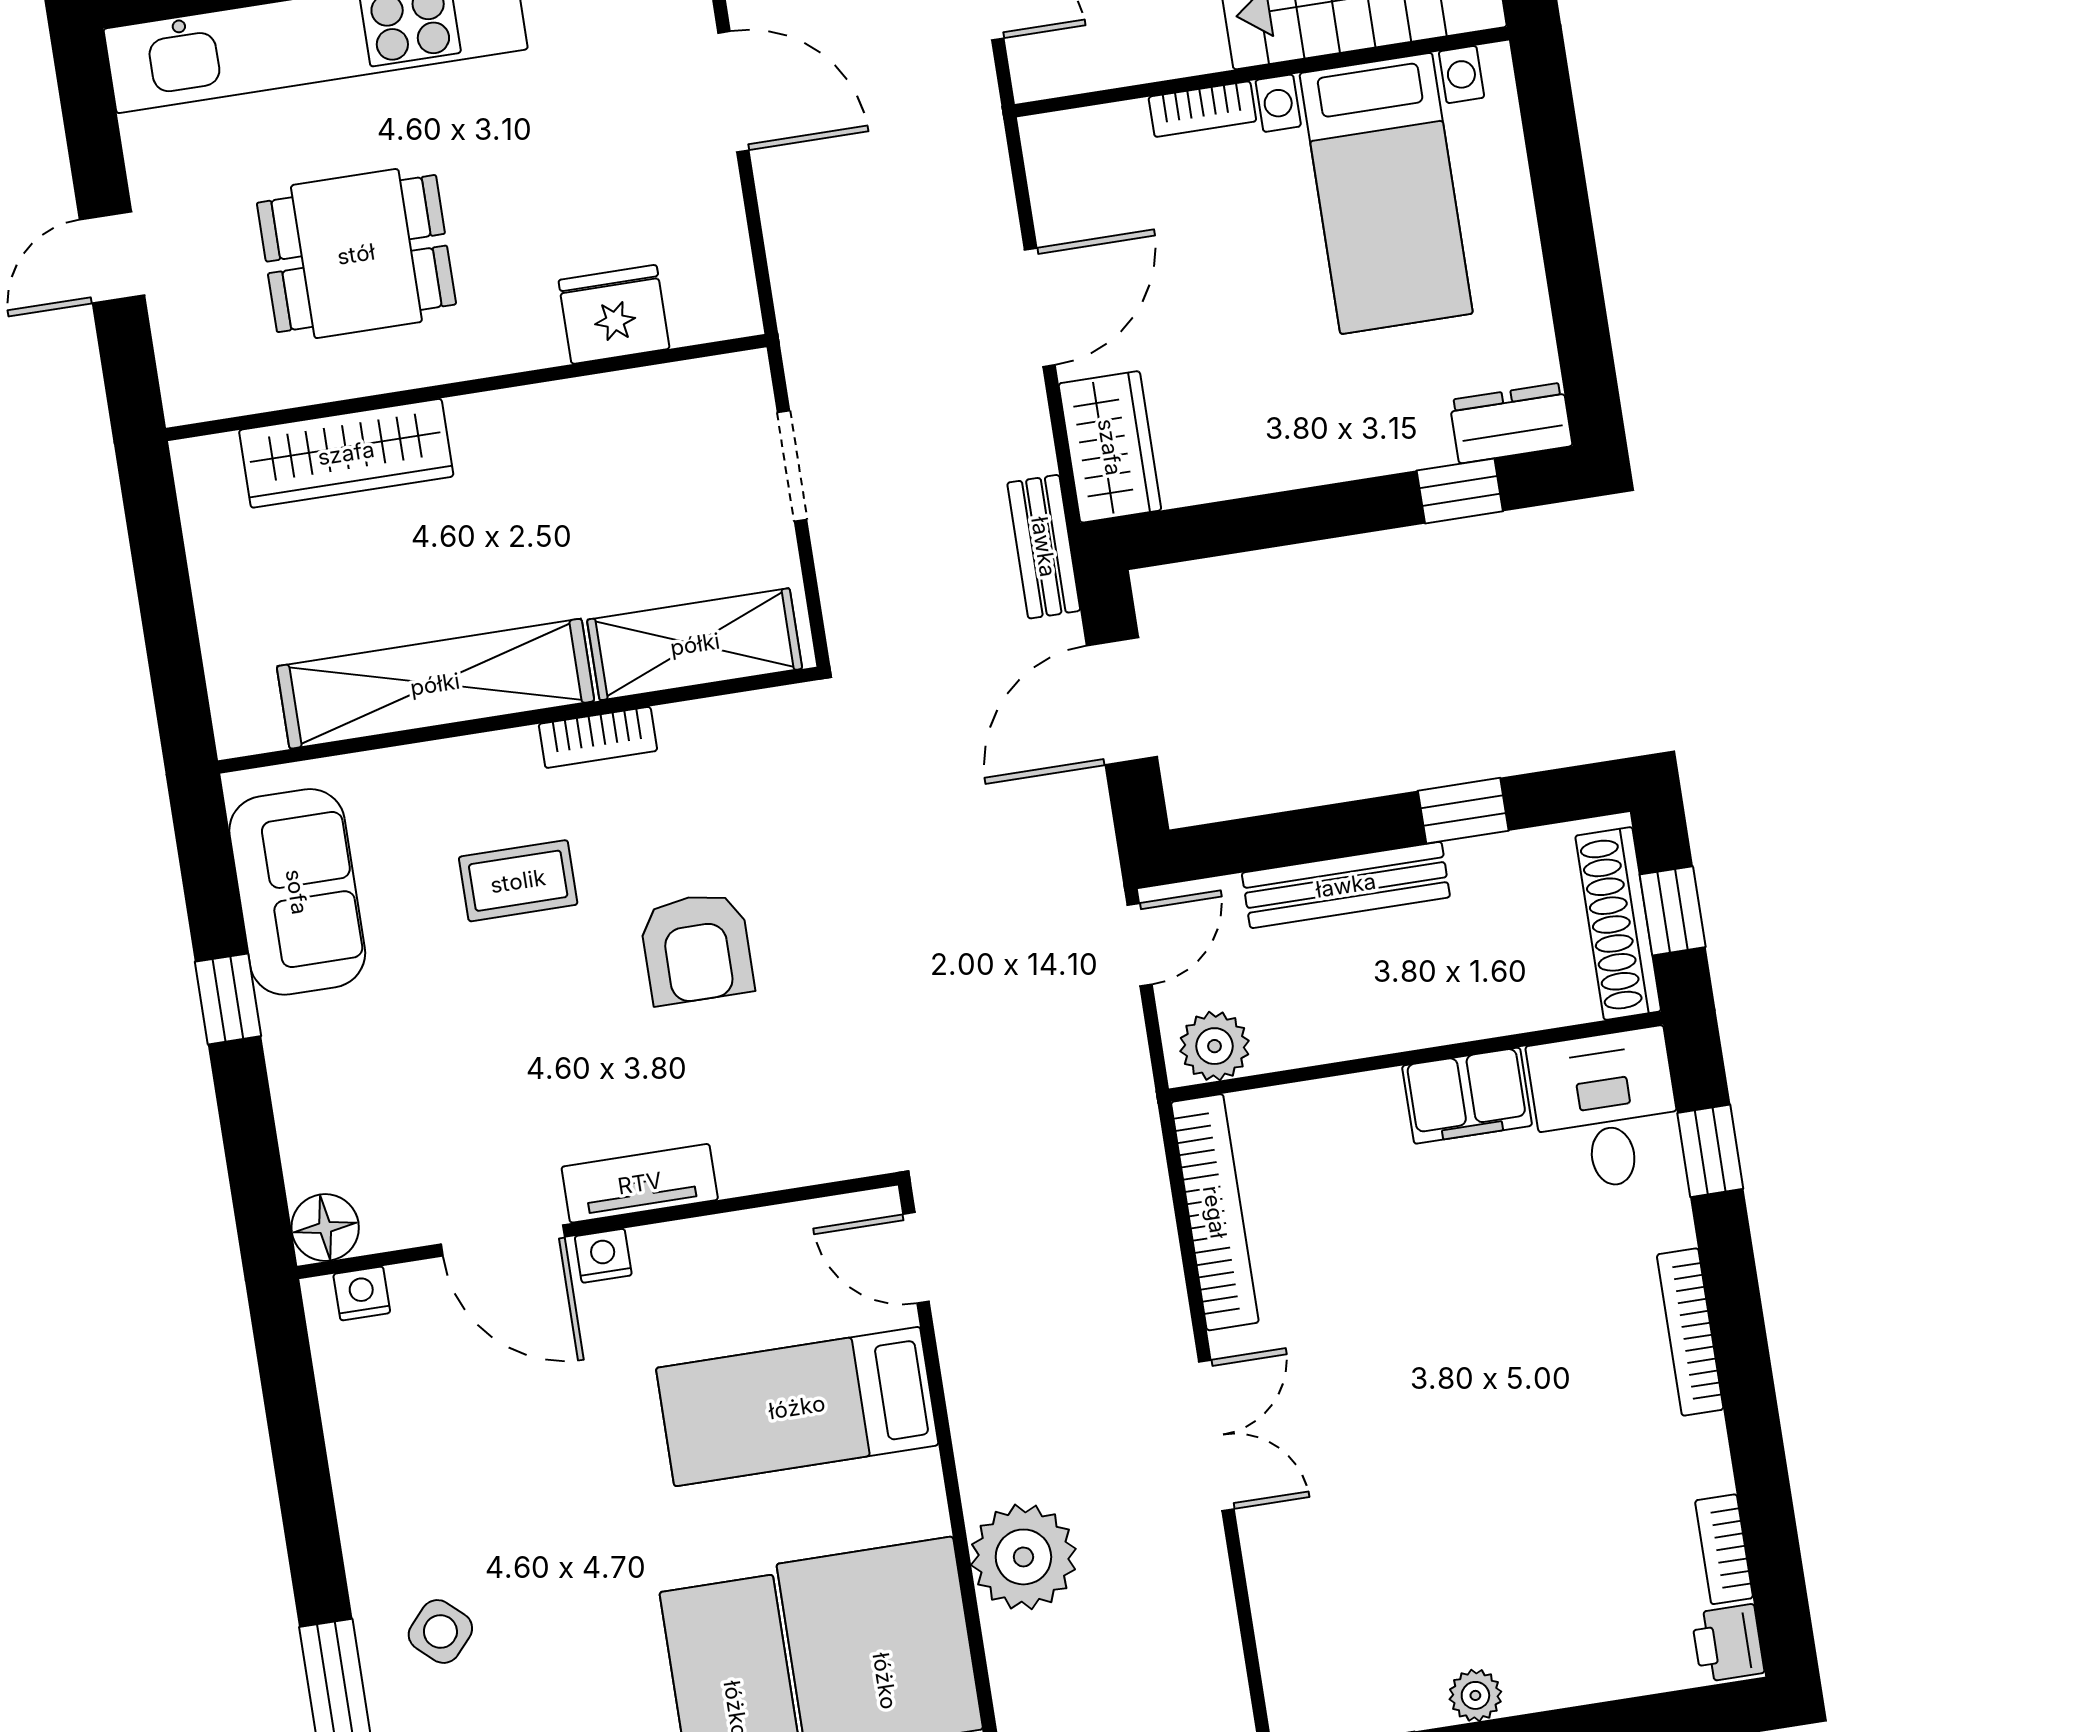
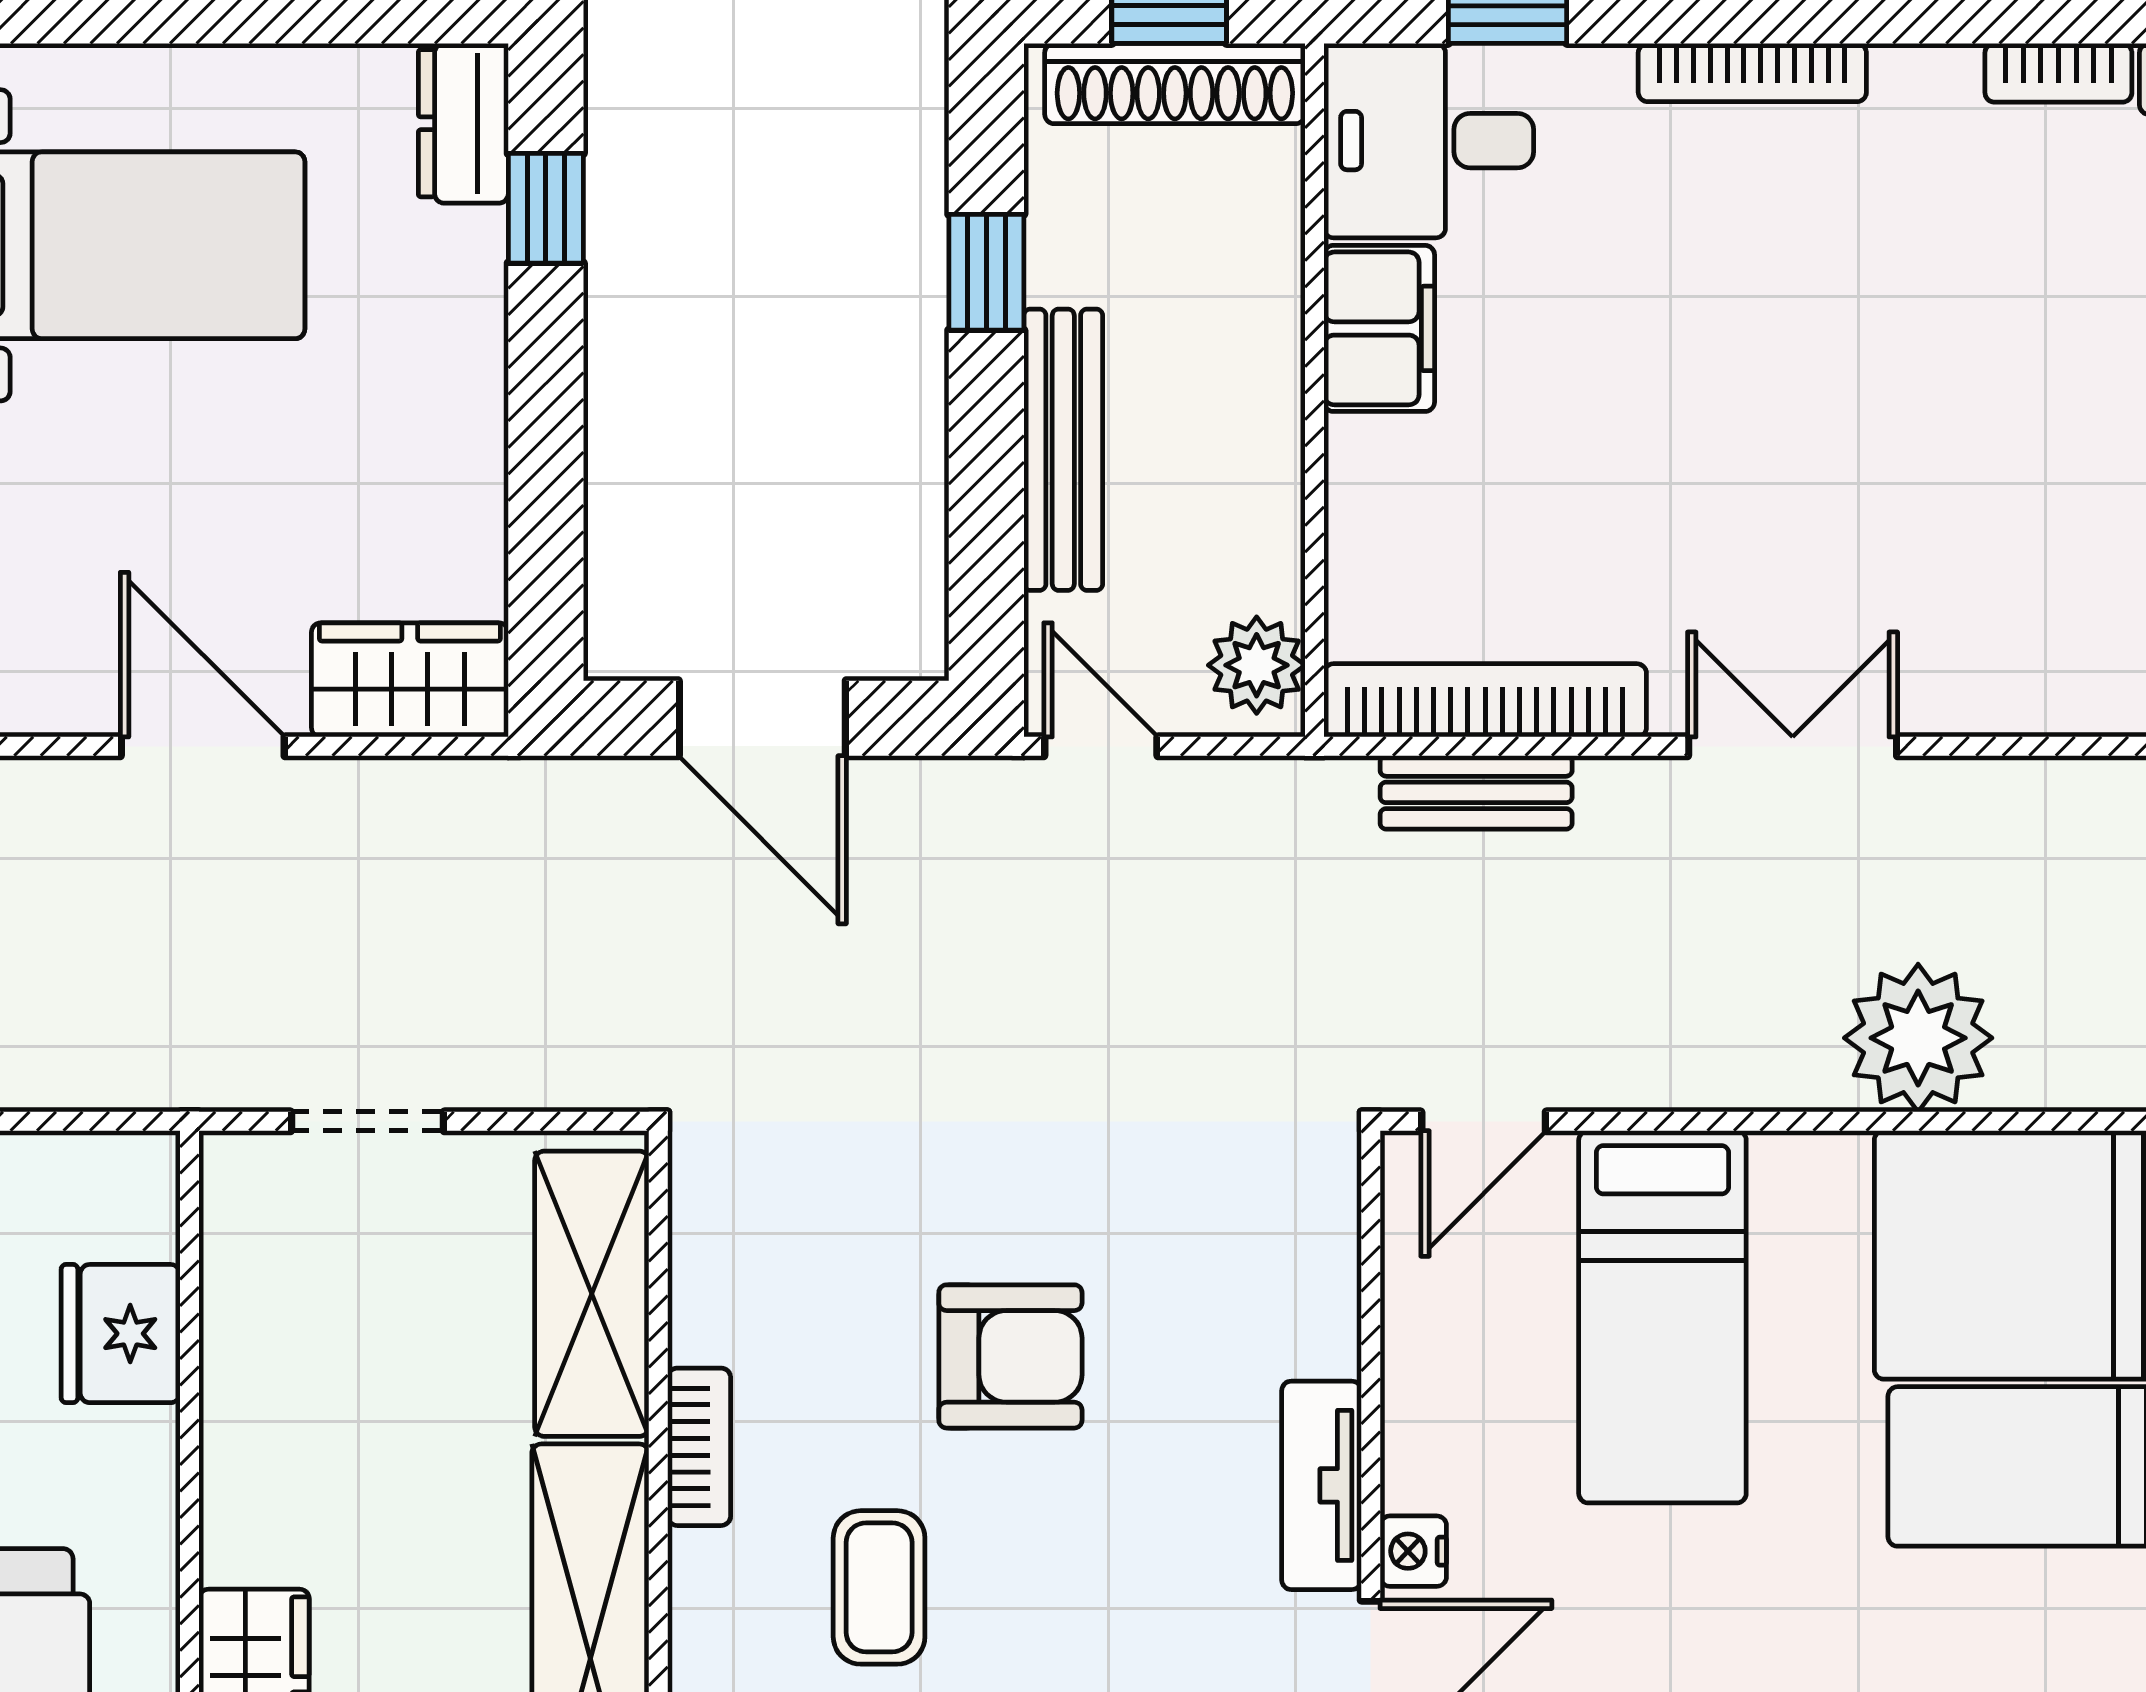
bench: (1044, 547) -> (1476, 792), moved

